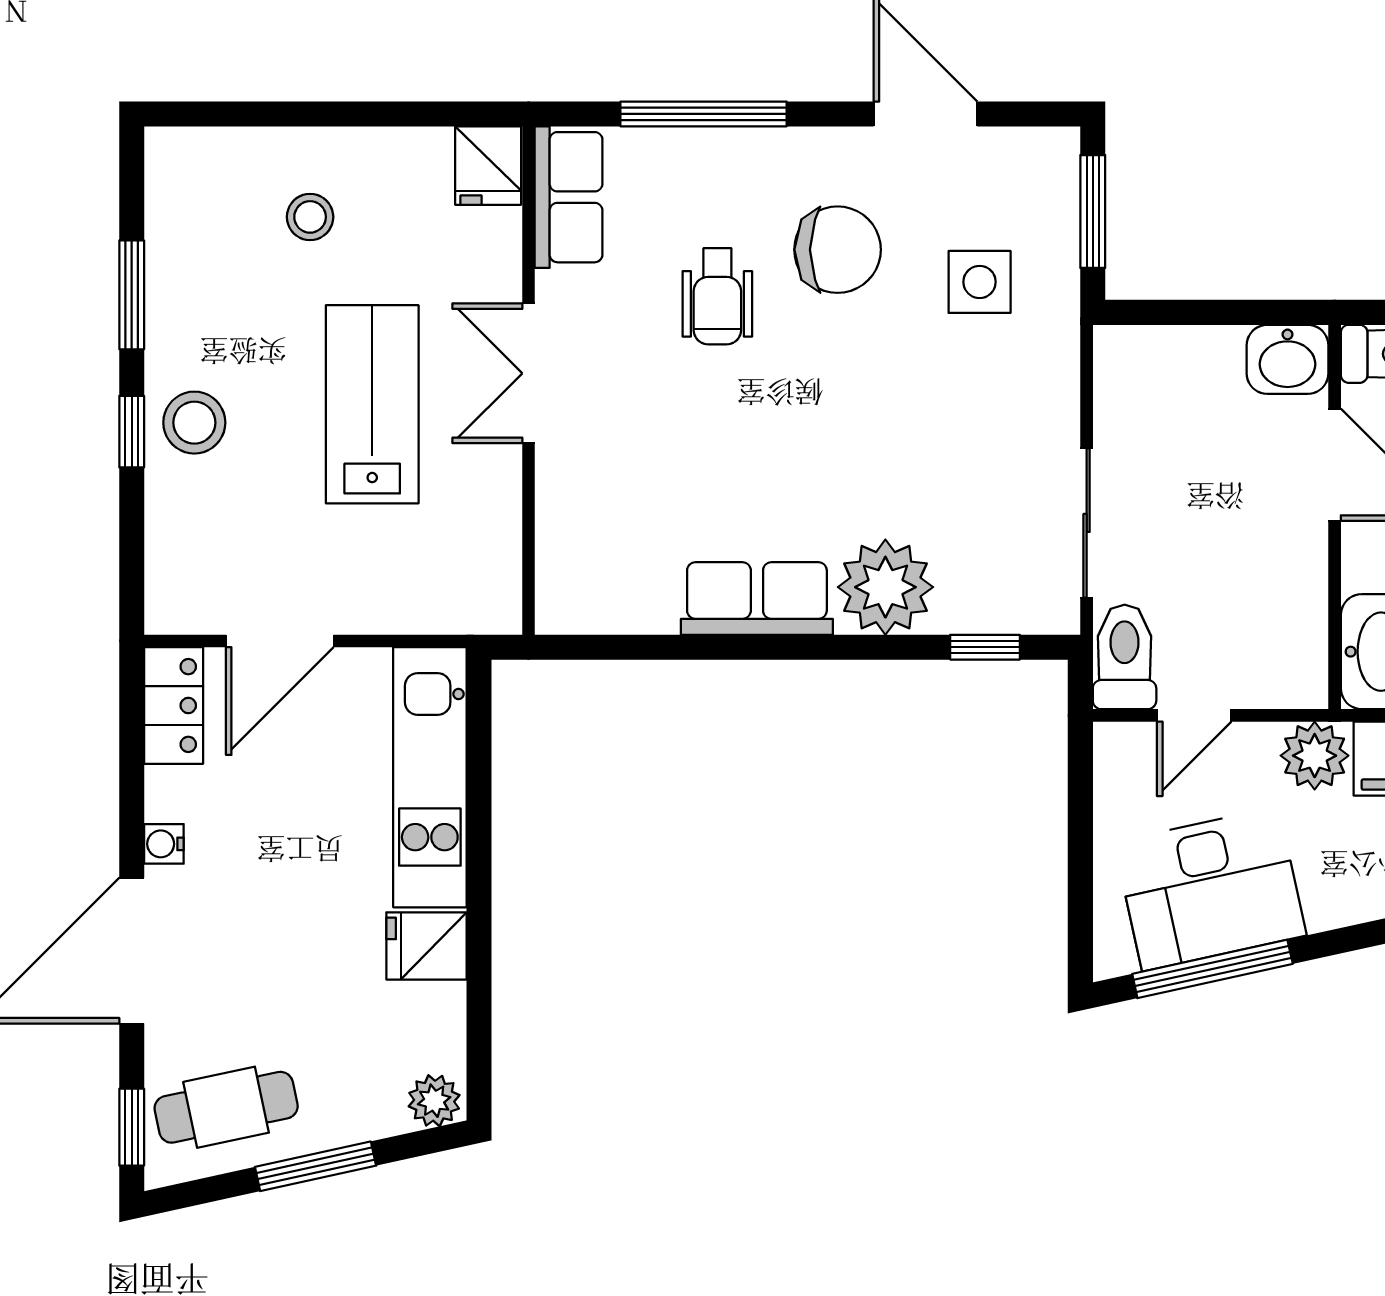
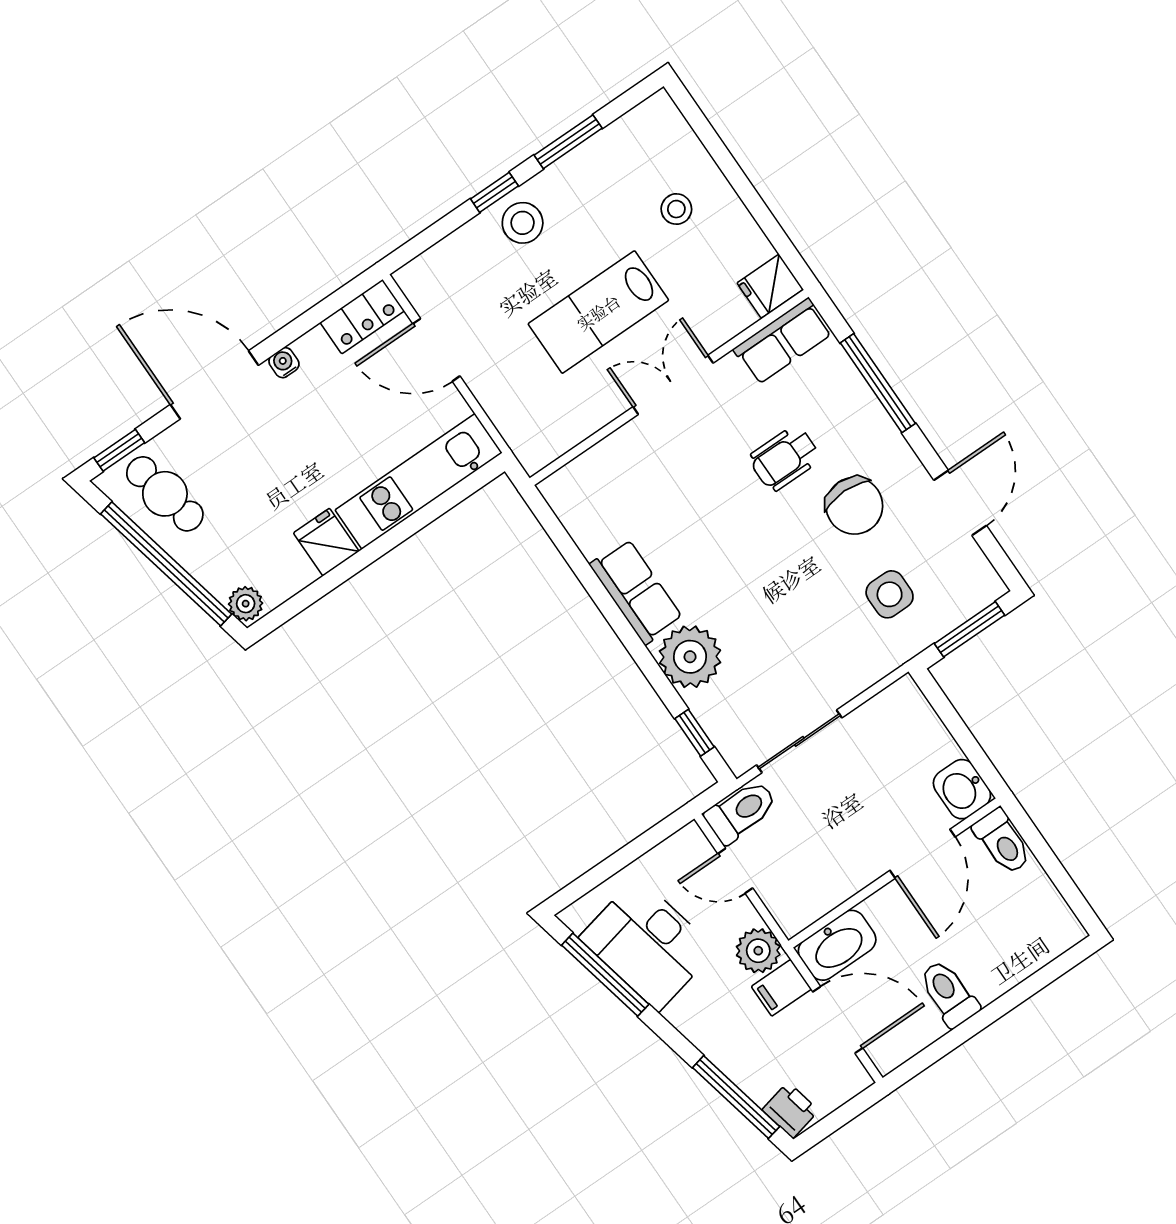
lab bench: (372, 404) -> (598, 312), turned 180
window: (316, 1166) -> (166, 564), width x2.11

